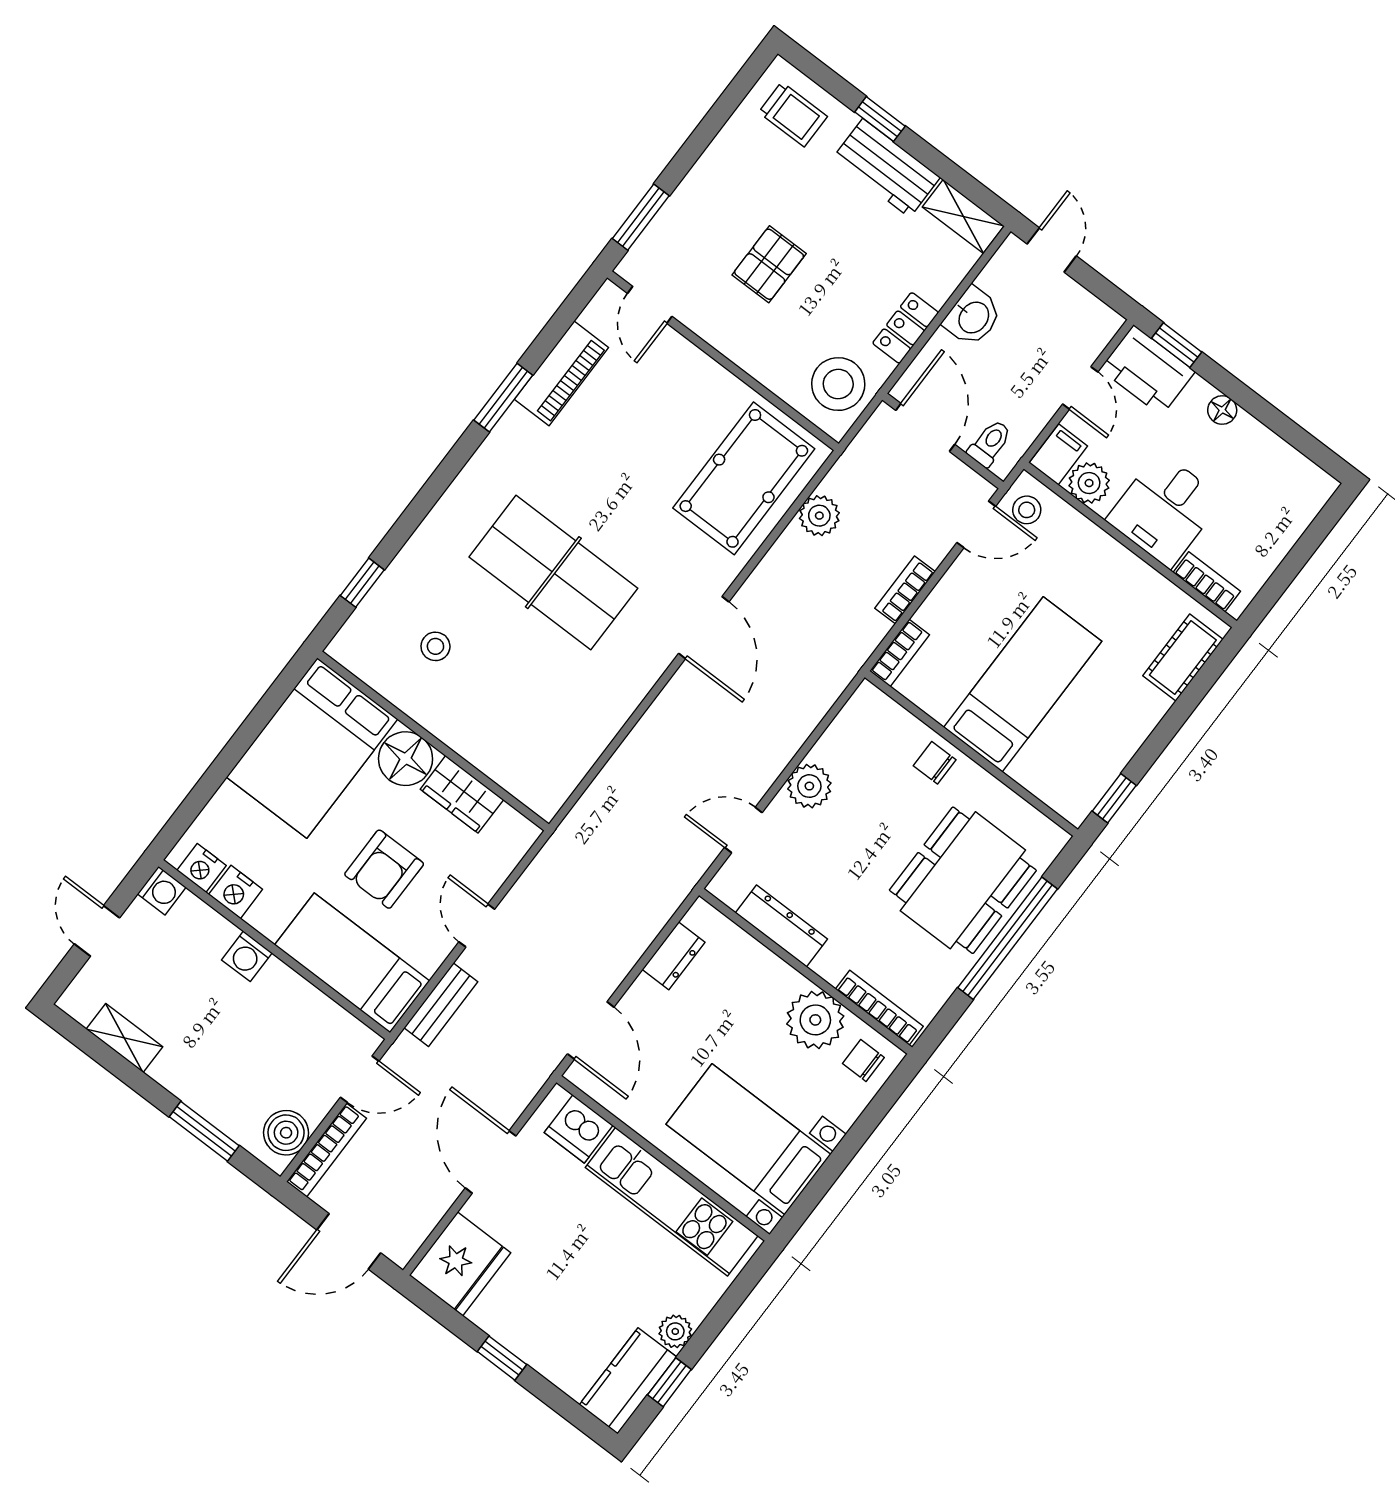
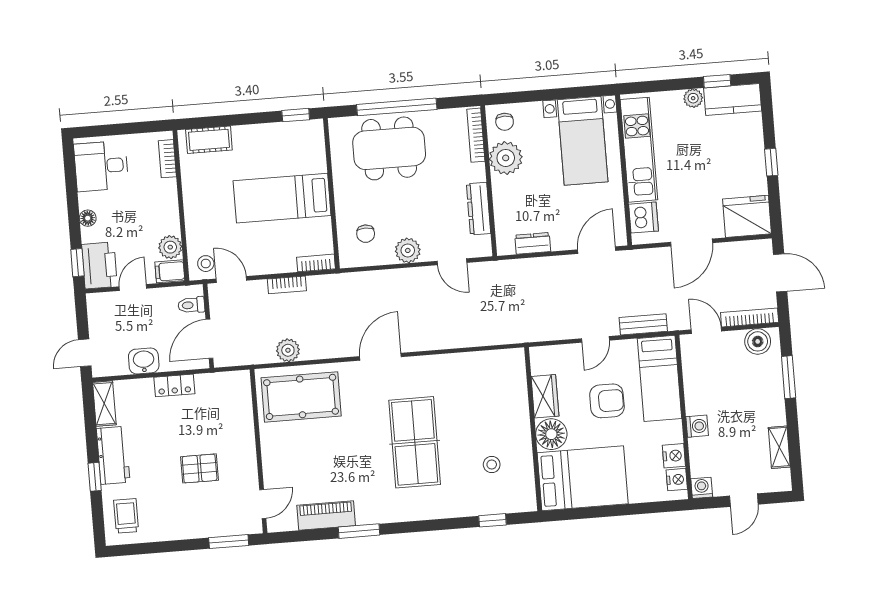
stool: (838, 384) -> (224, 393), removed
desk: (1165, 510) -> (101, 166), moved, turned 180
chair: (935, 763) -> (366, 234), moved

